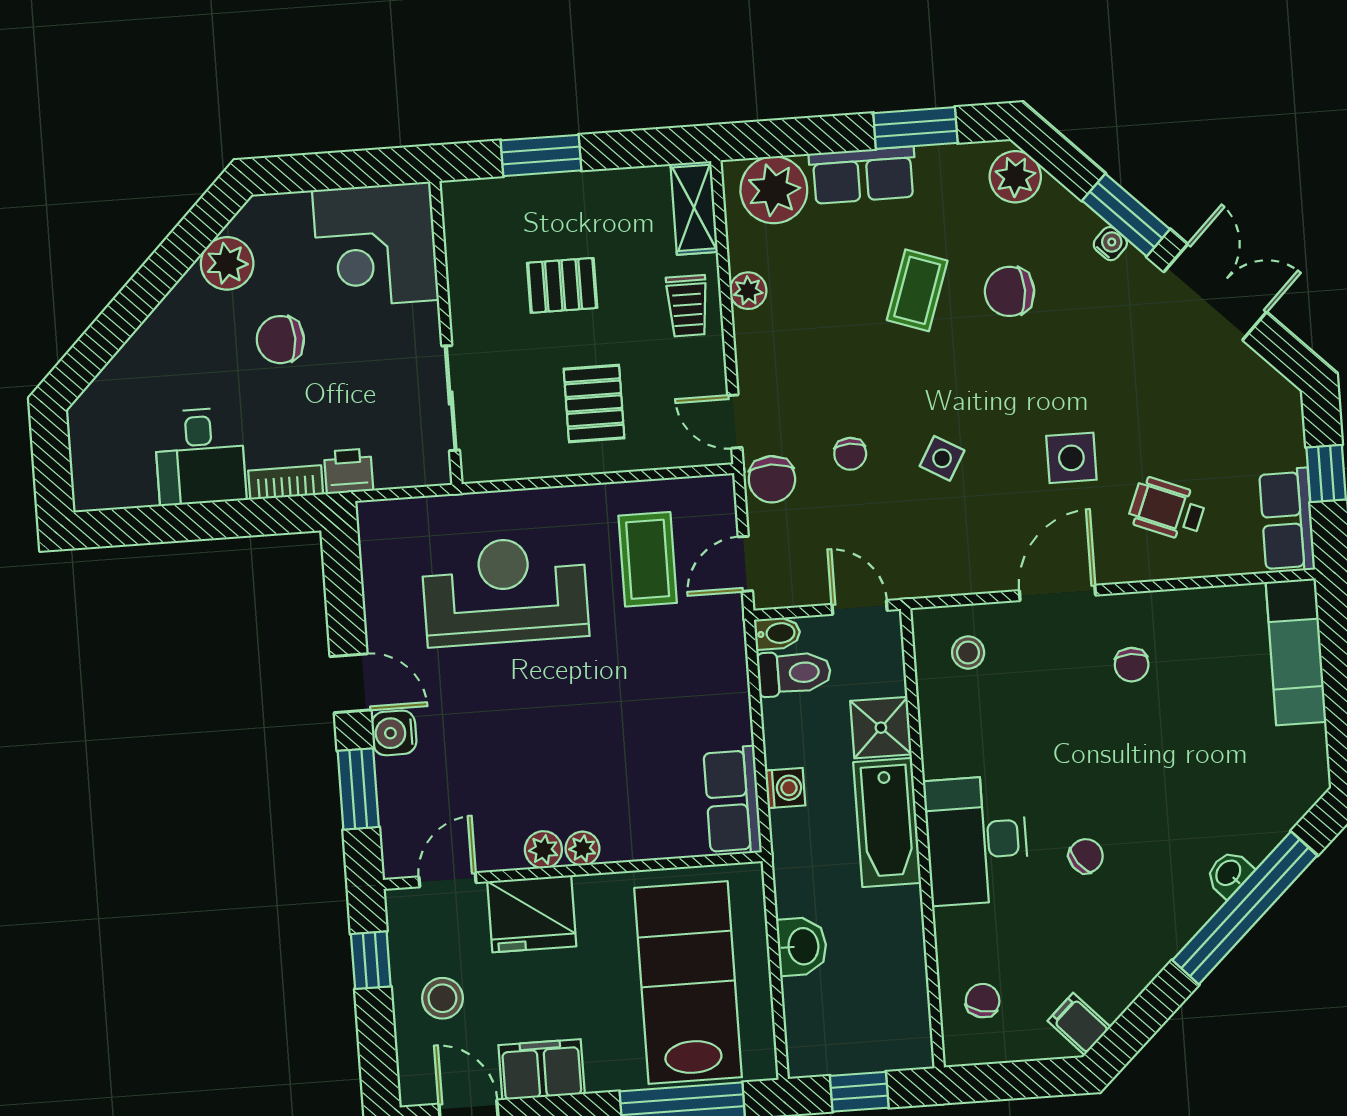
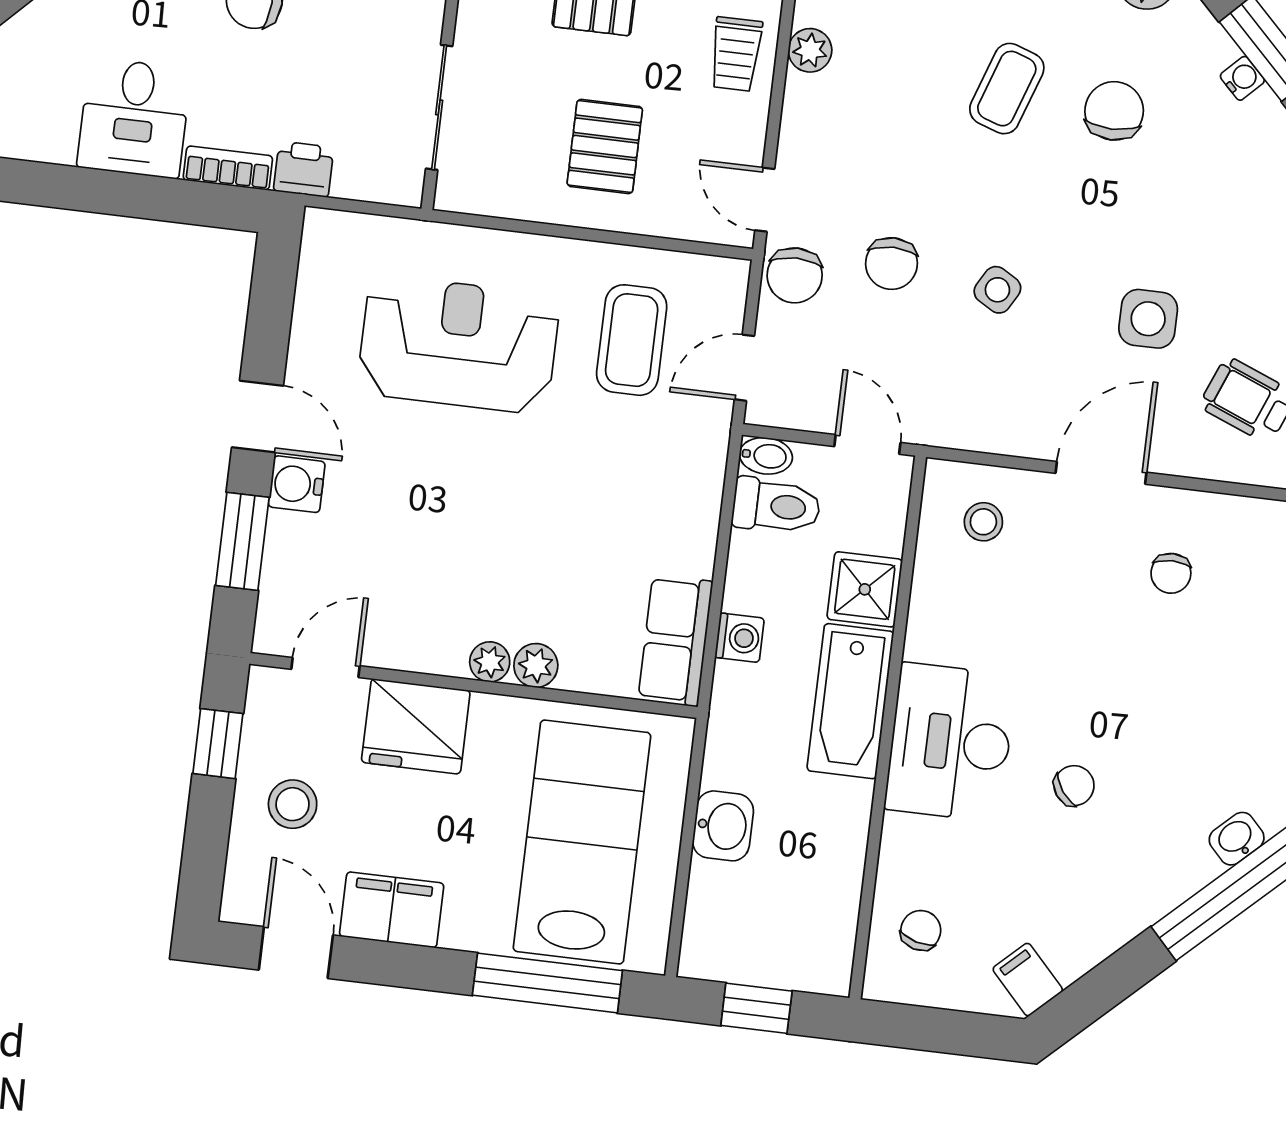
chair: (1010, 291) -> (1114, 111), turned 90
chair: (850, 454) -> (892, 264), width x1.37, depth x1.37
plant: (543, 850) -> (536, 665), moved

